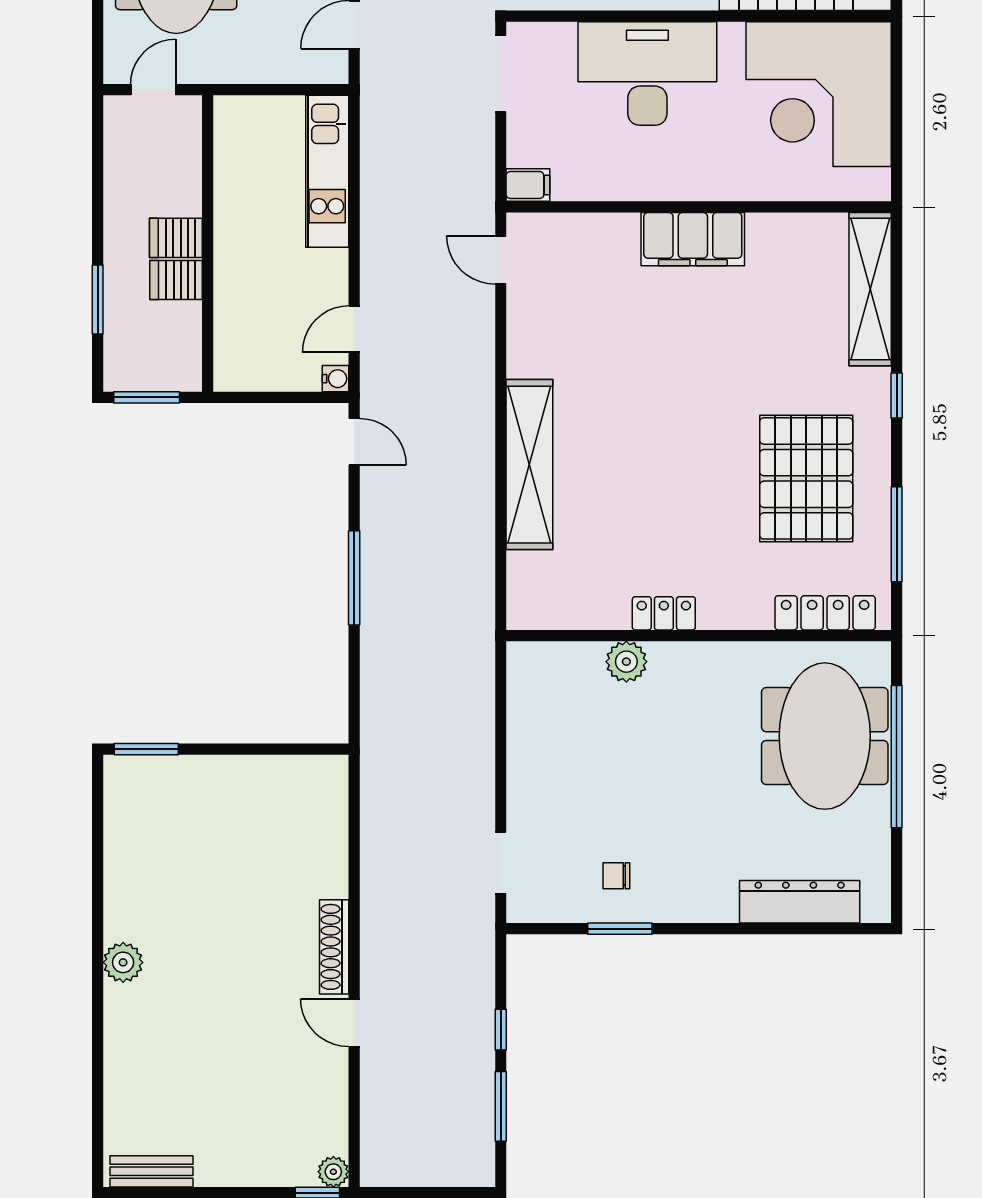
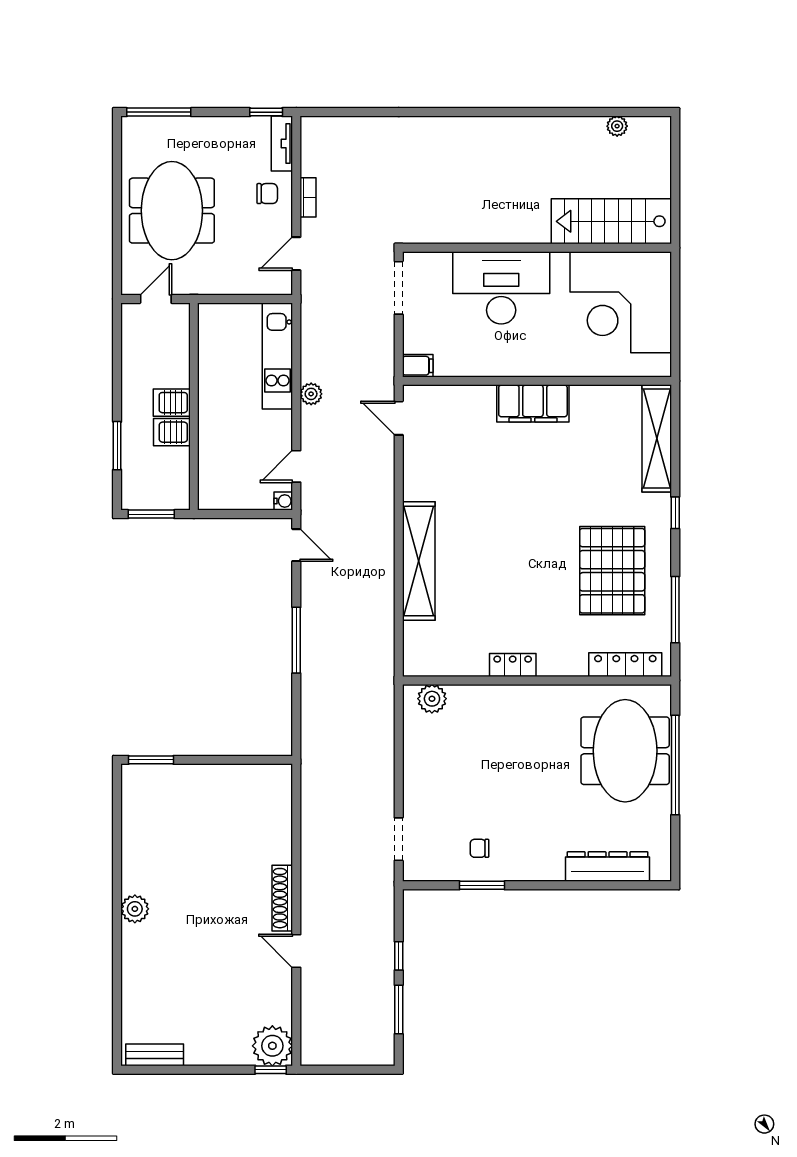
plant: (375, 225) -> (311, 394), added
plant: (626, 662) -> (432, 699), moved
plant: (333, 1172) -> (272, 1046), width x1.87, depth x1.87

